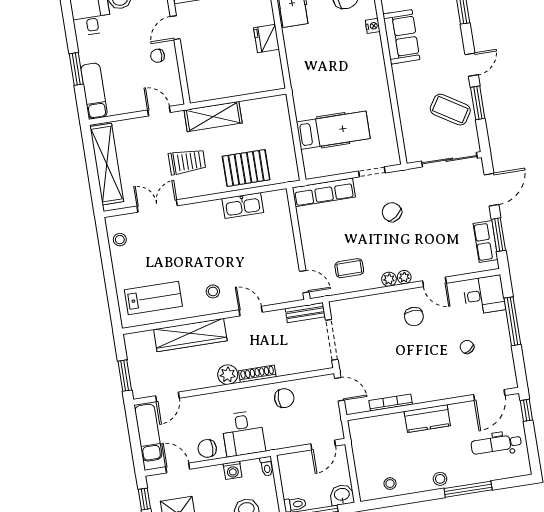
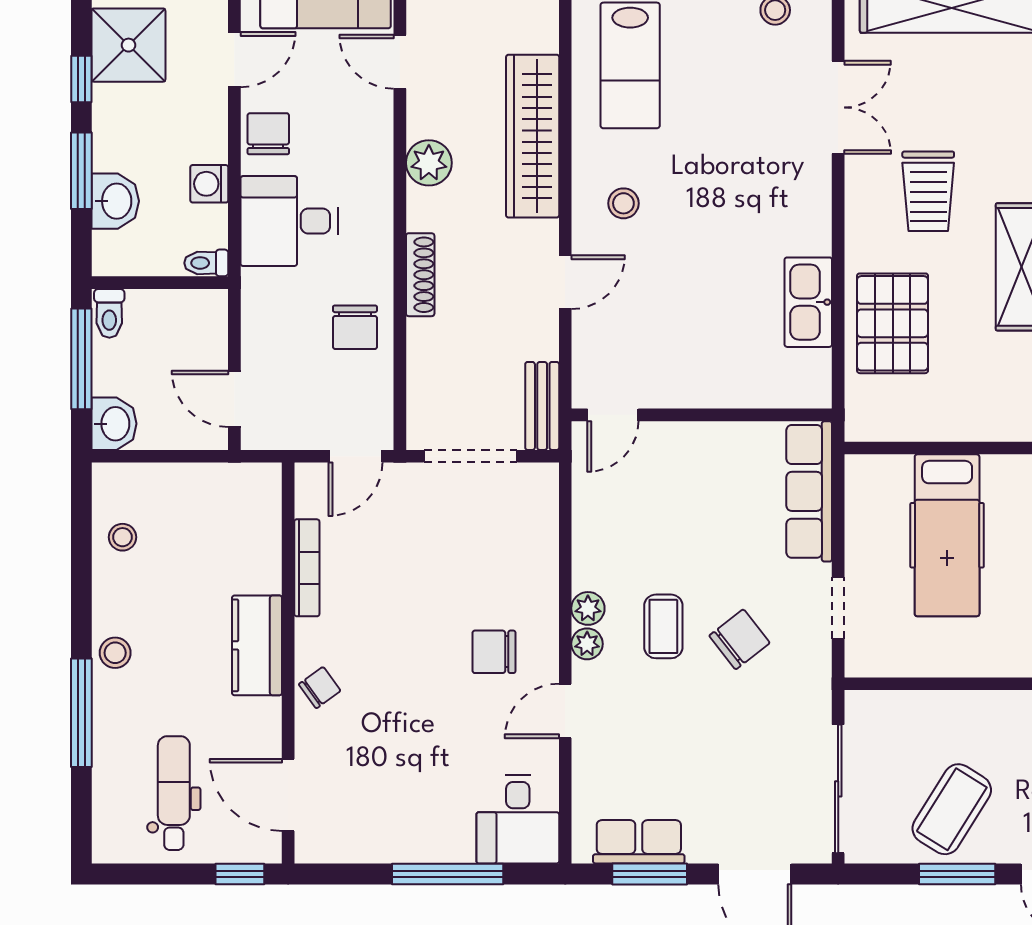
coffee table: (349, 268) -> (663, 626), moved
chair: (467, 347) -> (320, 688), moved
plant: (228, 375) -> (429, 163), moved

